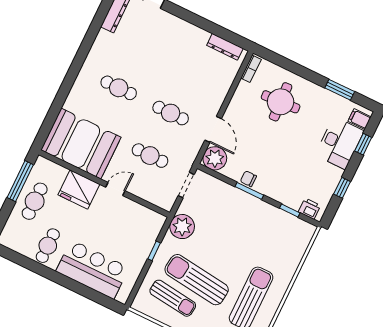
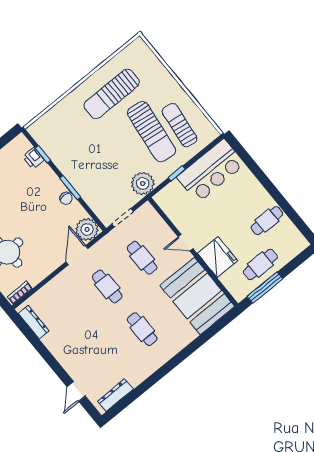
printer: (309, 209) -> (33, 158), moved
bar counter: (92, 269) -> (211, 171), moved, turned -90

